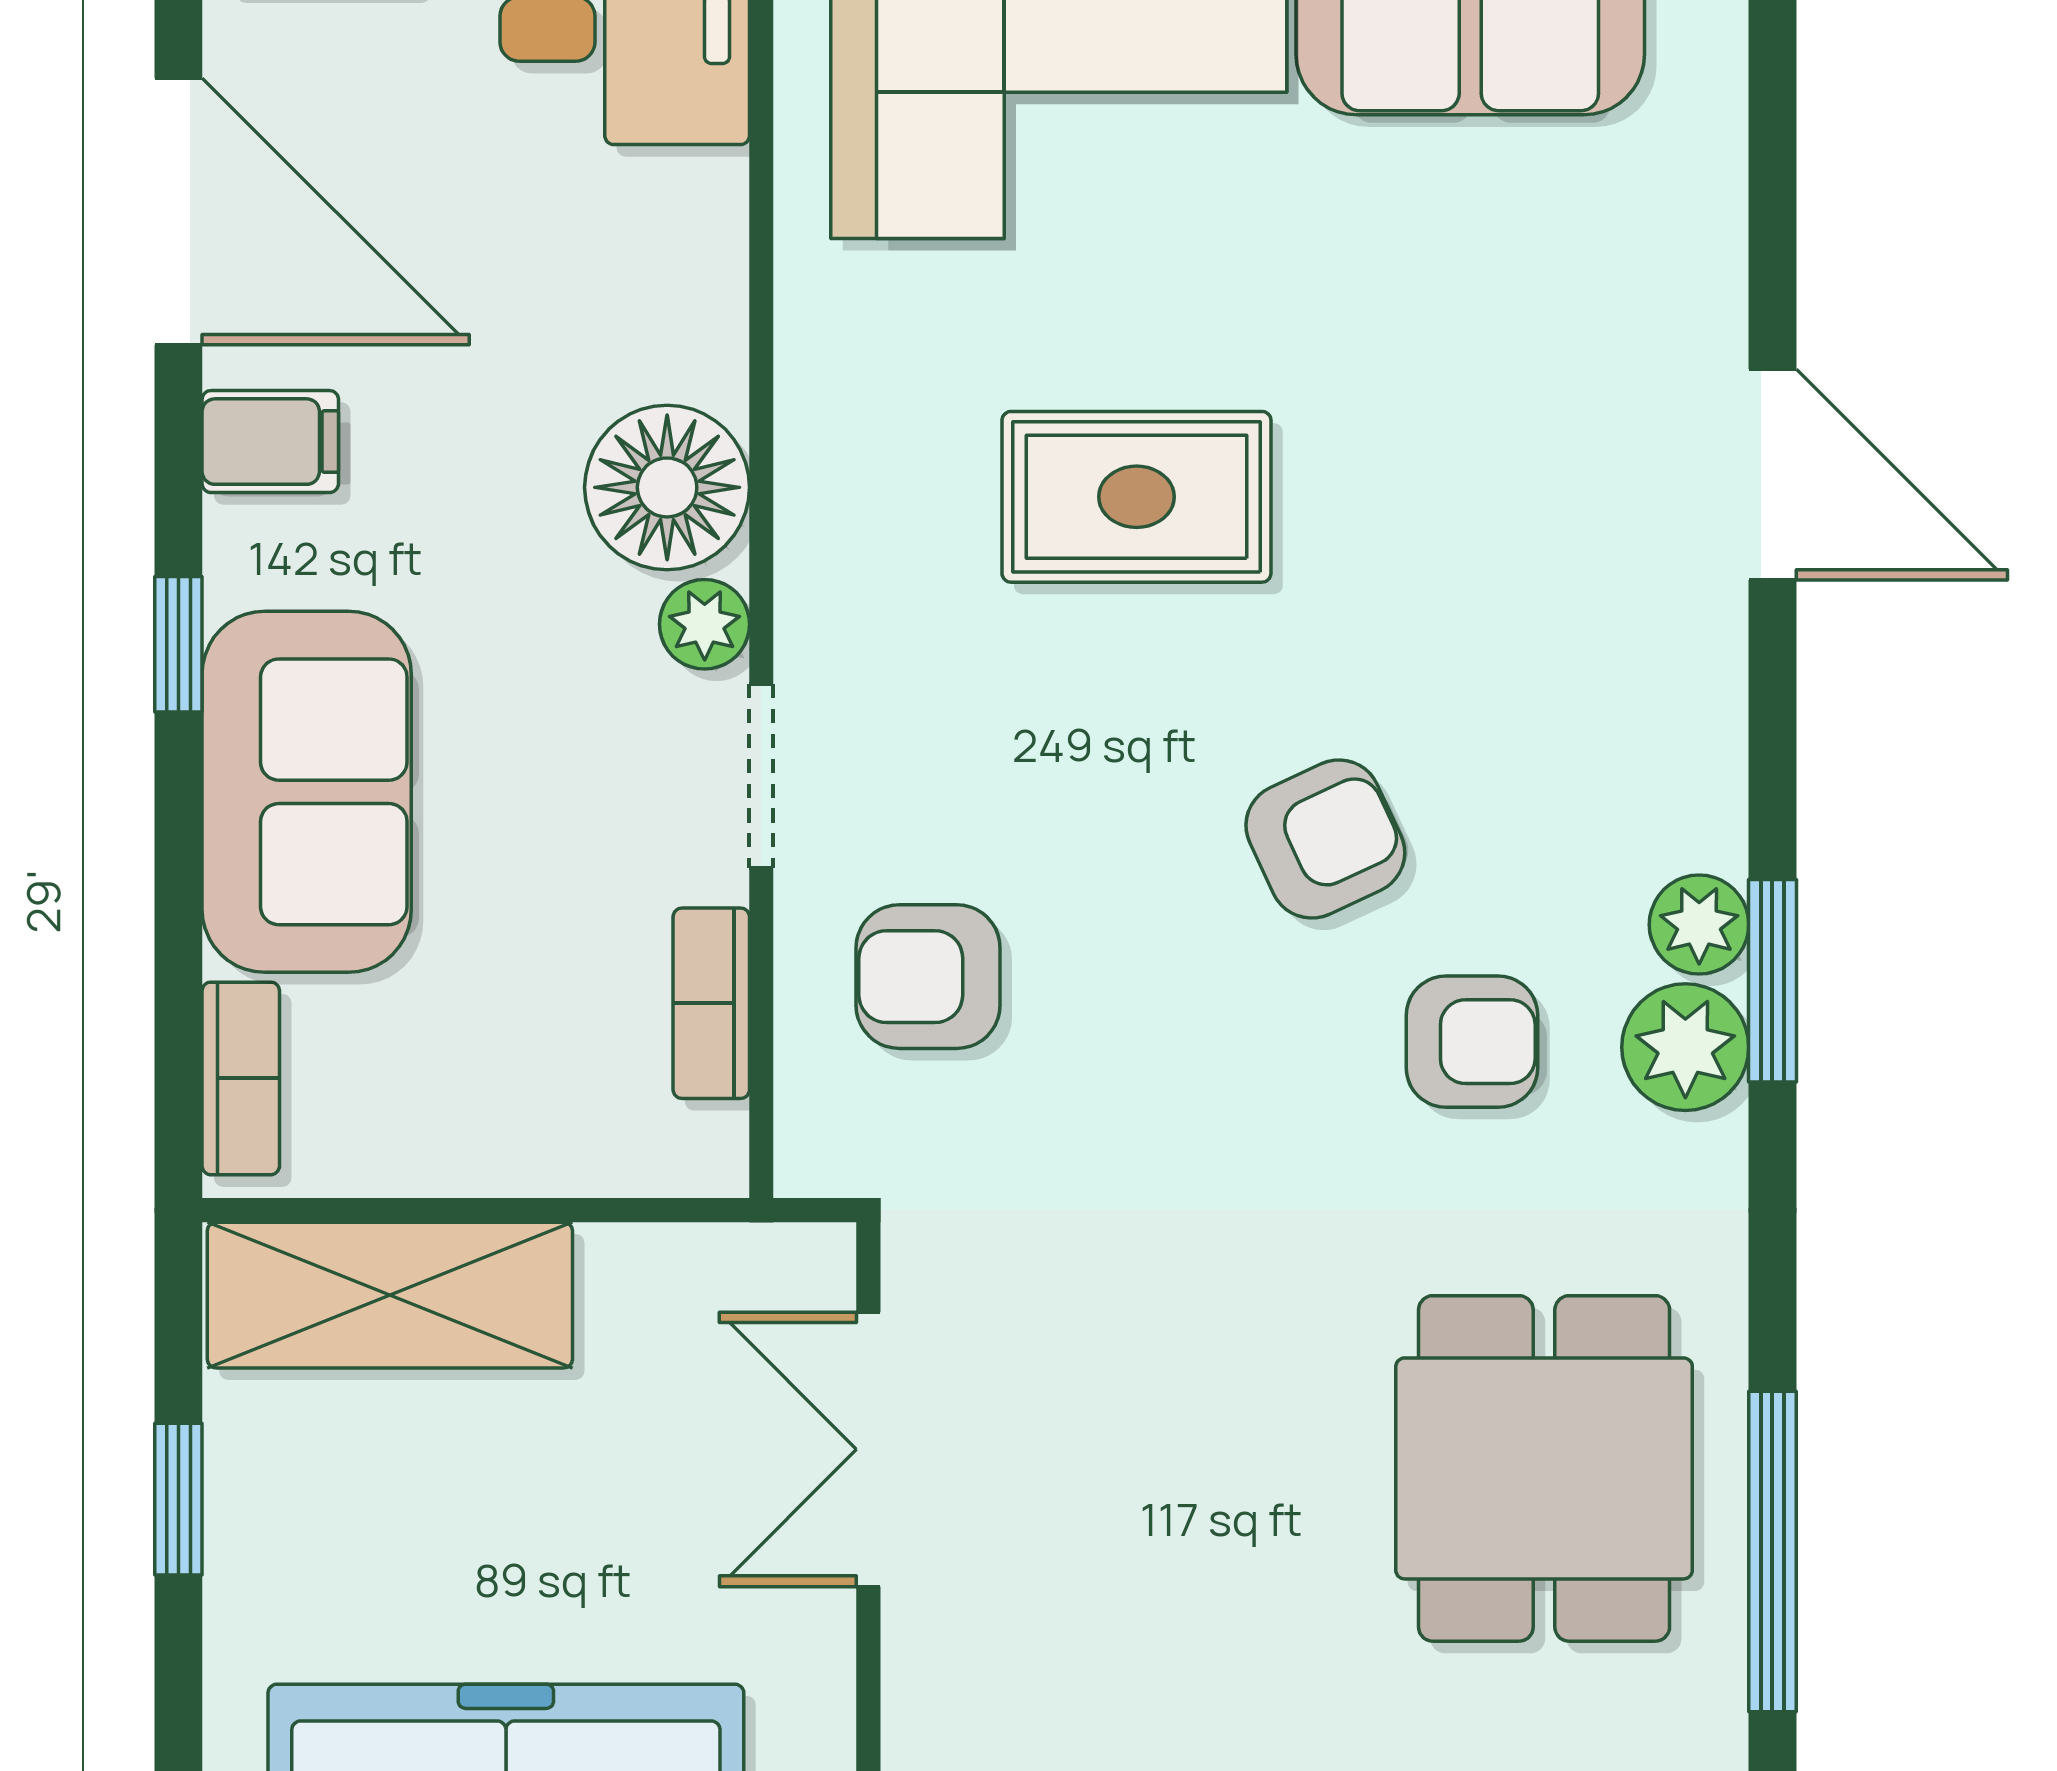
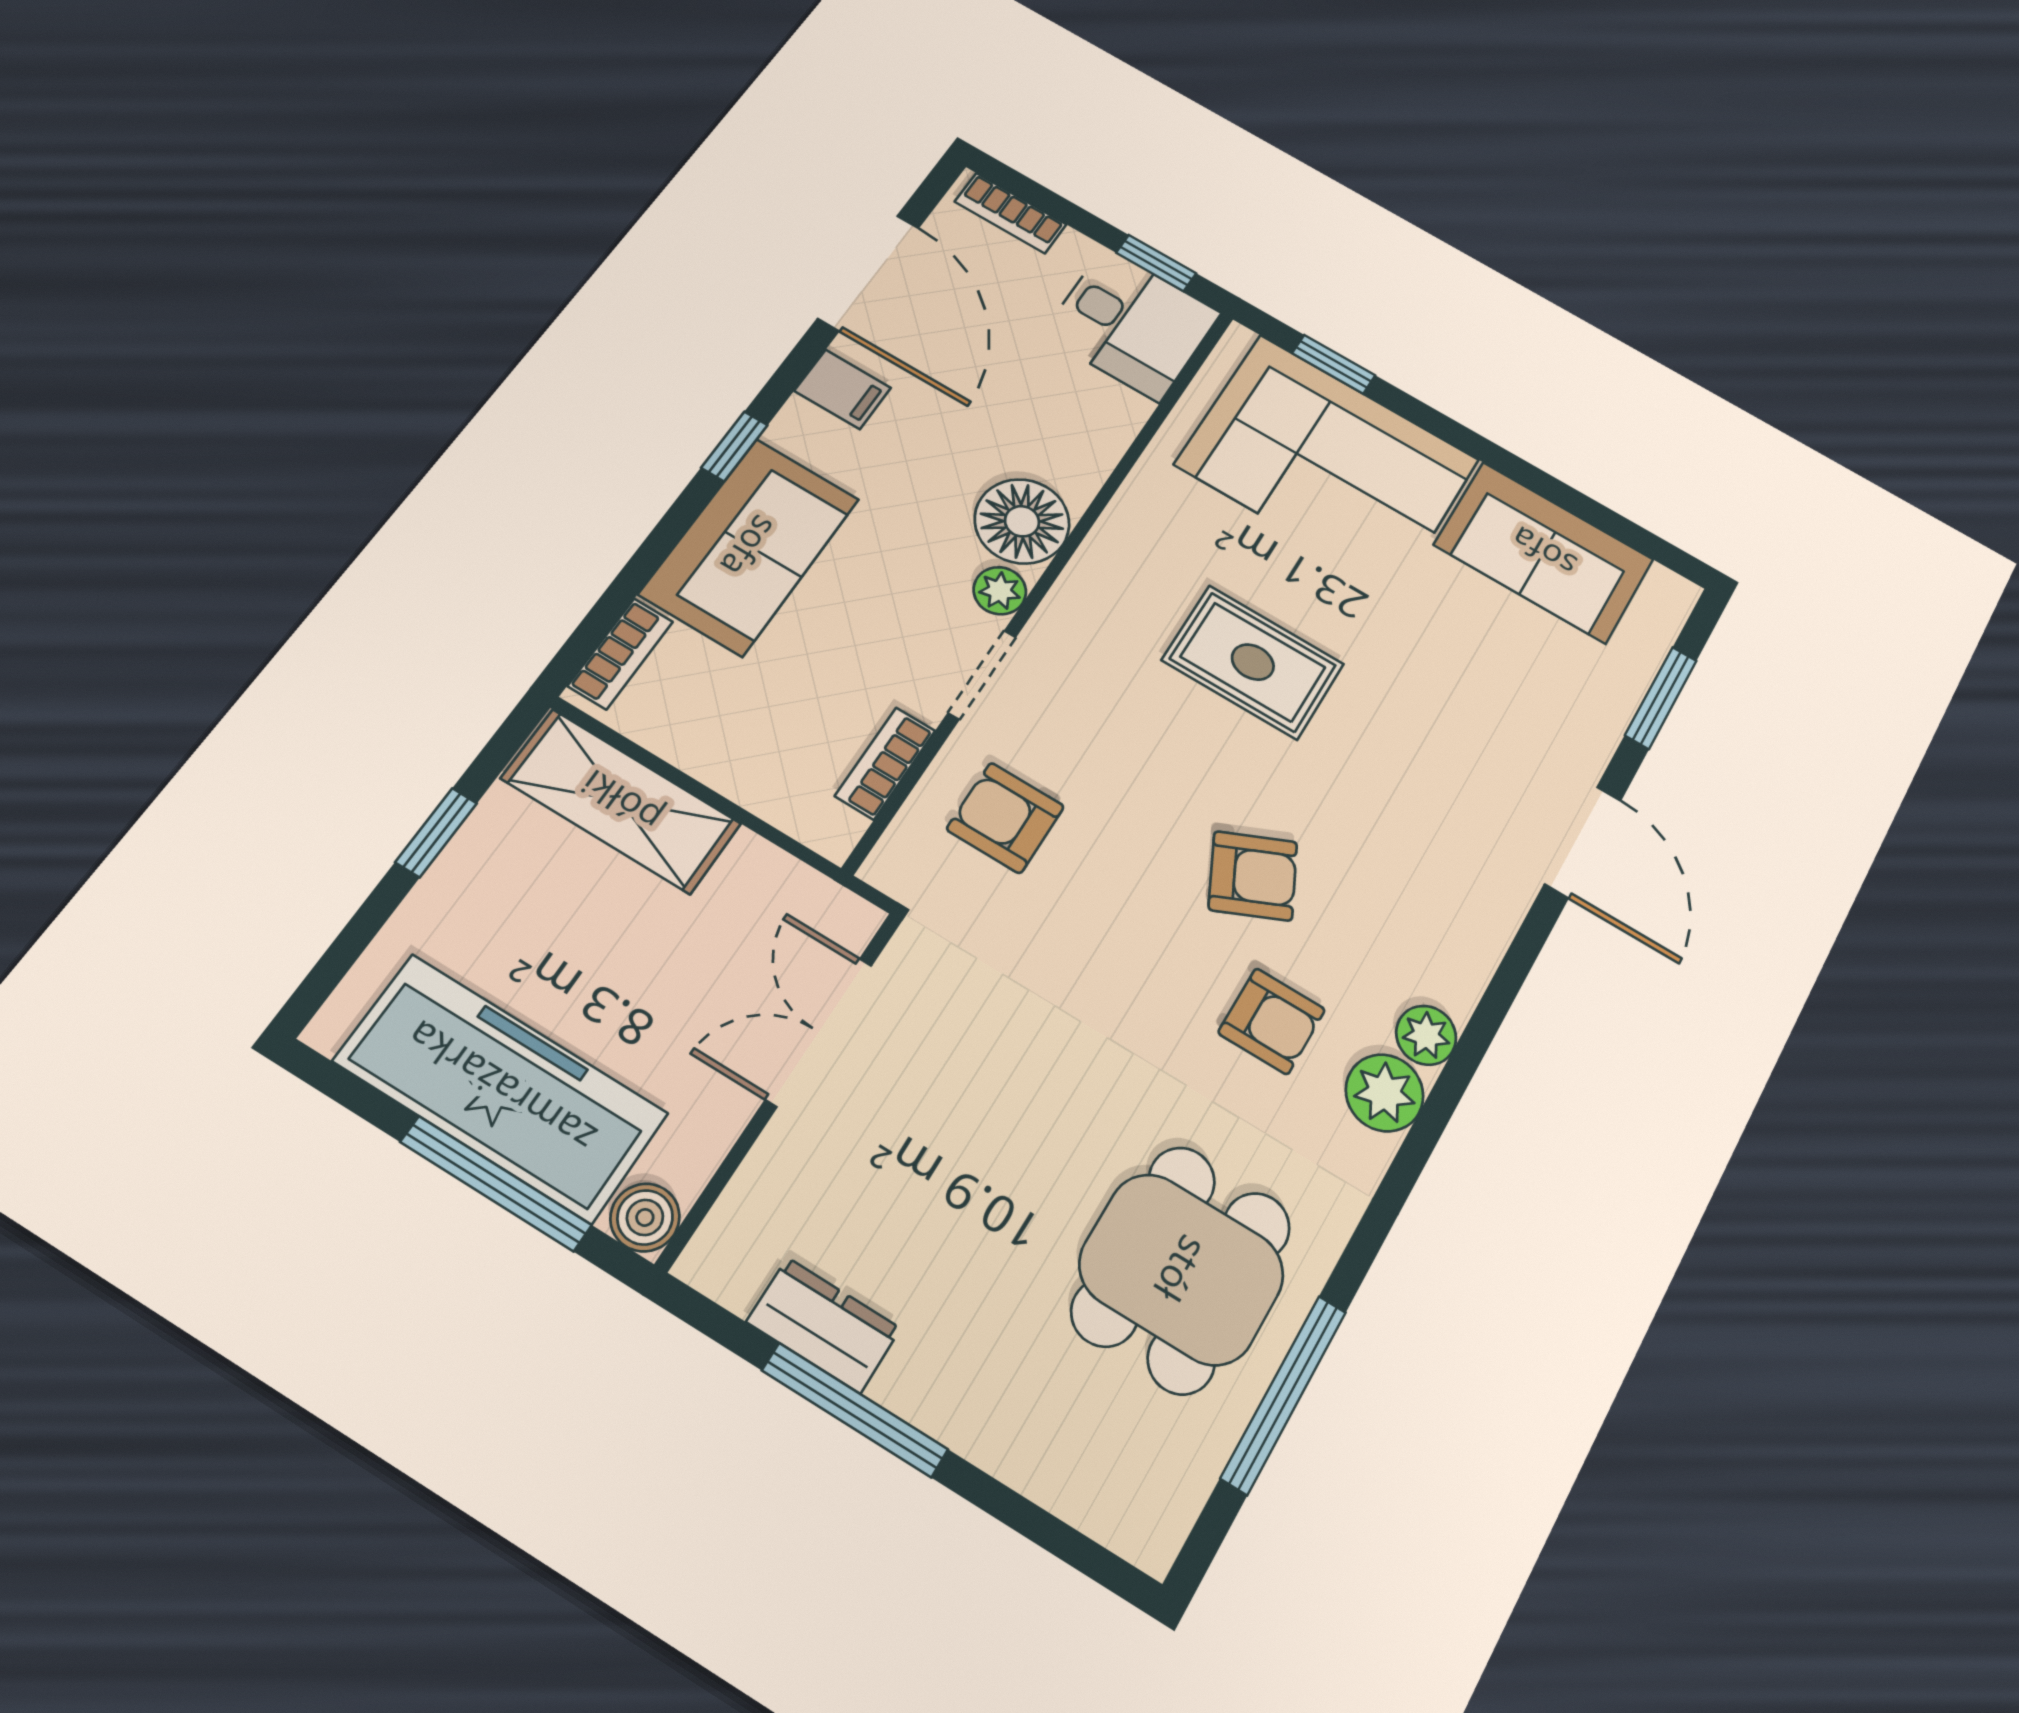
window: (1772, 981) -> (1661, 698), moved

